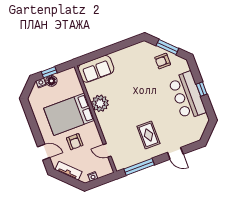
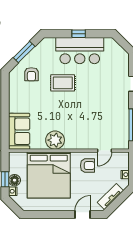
armchair: (163, 61) -> (31, 74), moved
bed: (69, 114) -> (49, 175), width x1.36
rug: (148, 135) -> (63, 83), moved
armchair: (75, 142) -> (87, 166), moved

